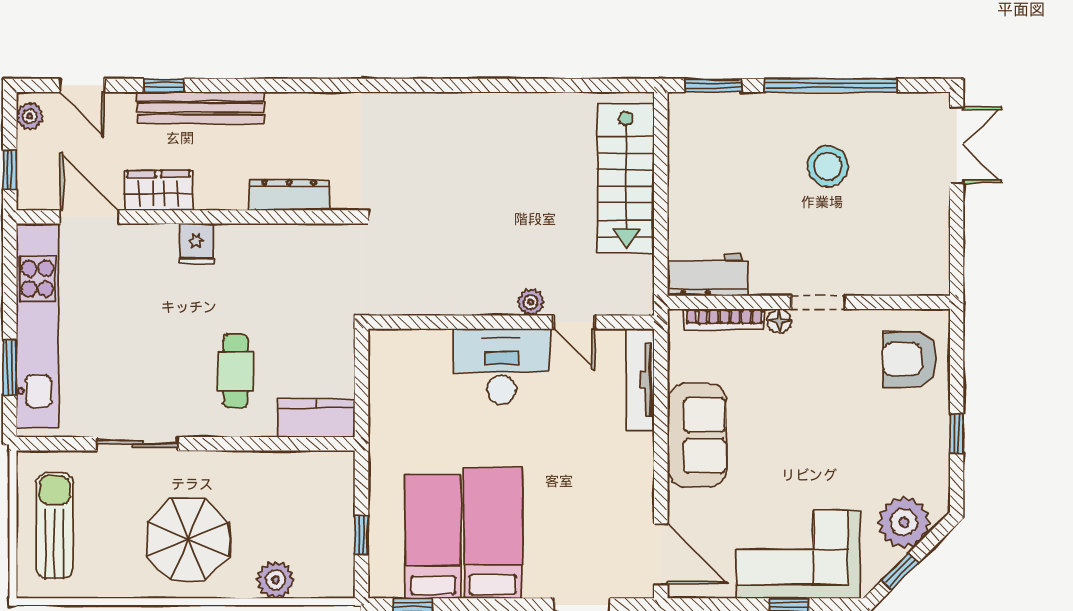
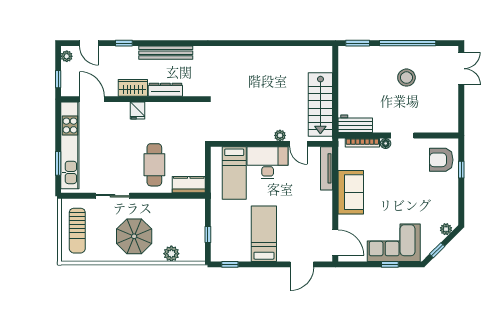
bench: (201, 108) -> (166, 53), moved
stairs: (626, 178) -> (320, 105), moved
wardrobe: (158, 191) -> (133, 88), moved
dresser: (289, 195) -> (165, 90), moved
cafe table: (236, 371) -> (154, 165), width x1.37, depth x1.35
window: (957, 434) -> (461, 170), moved
plant: (904, 522) -> (446, 229), width x0.53, depth x0.53
sun lounger: (55, 526) -> (77, 231), turned 180
bed: (433, 536) -> (234, 173), moved, turned 180

